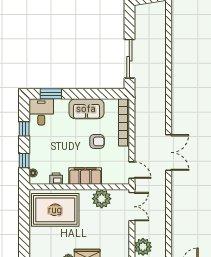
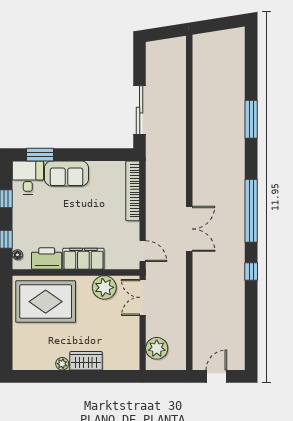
sofa: (86, 109) -> (67, 173), moved
armchair: (97, 141) -> (98, 215), removed
printer: (56, 179) -> (47, 259), width x1.87, depth x1.48
double door: (132, 207) -> (143, 297), swing flipped

